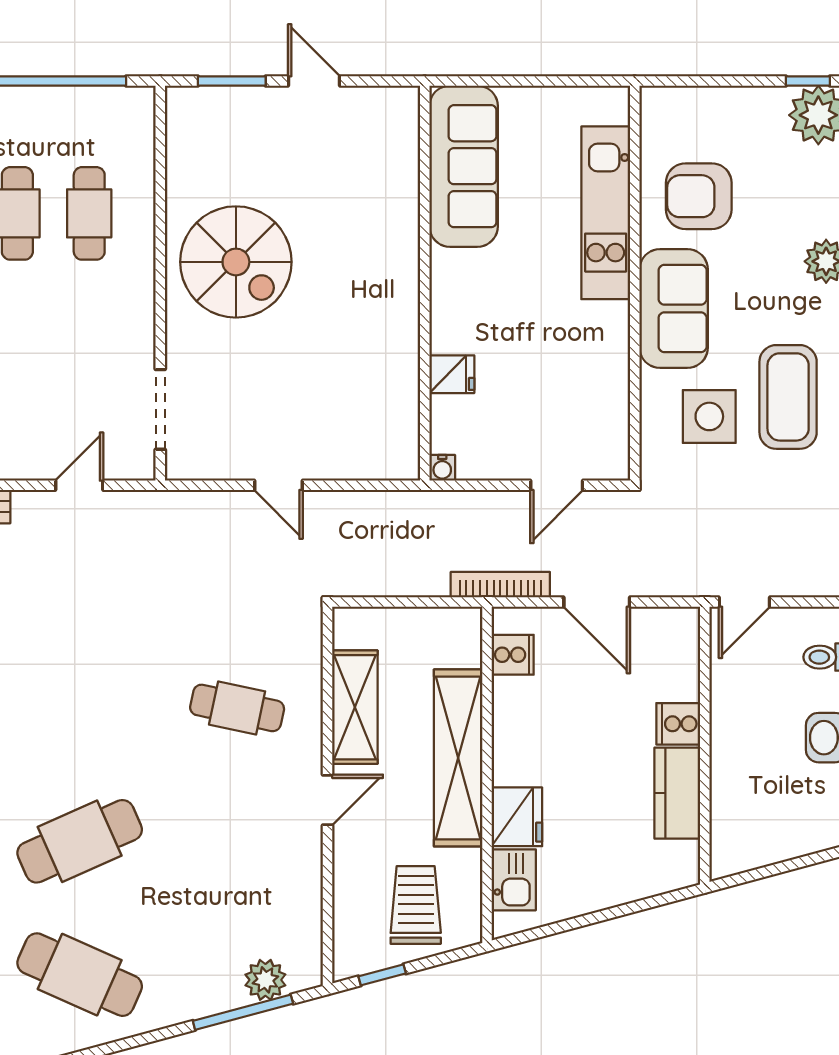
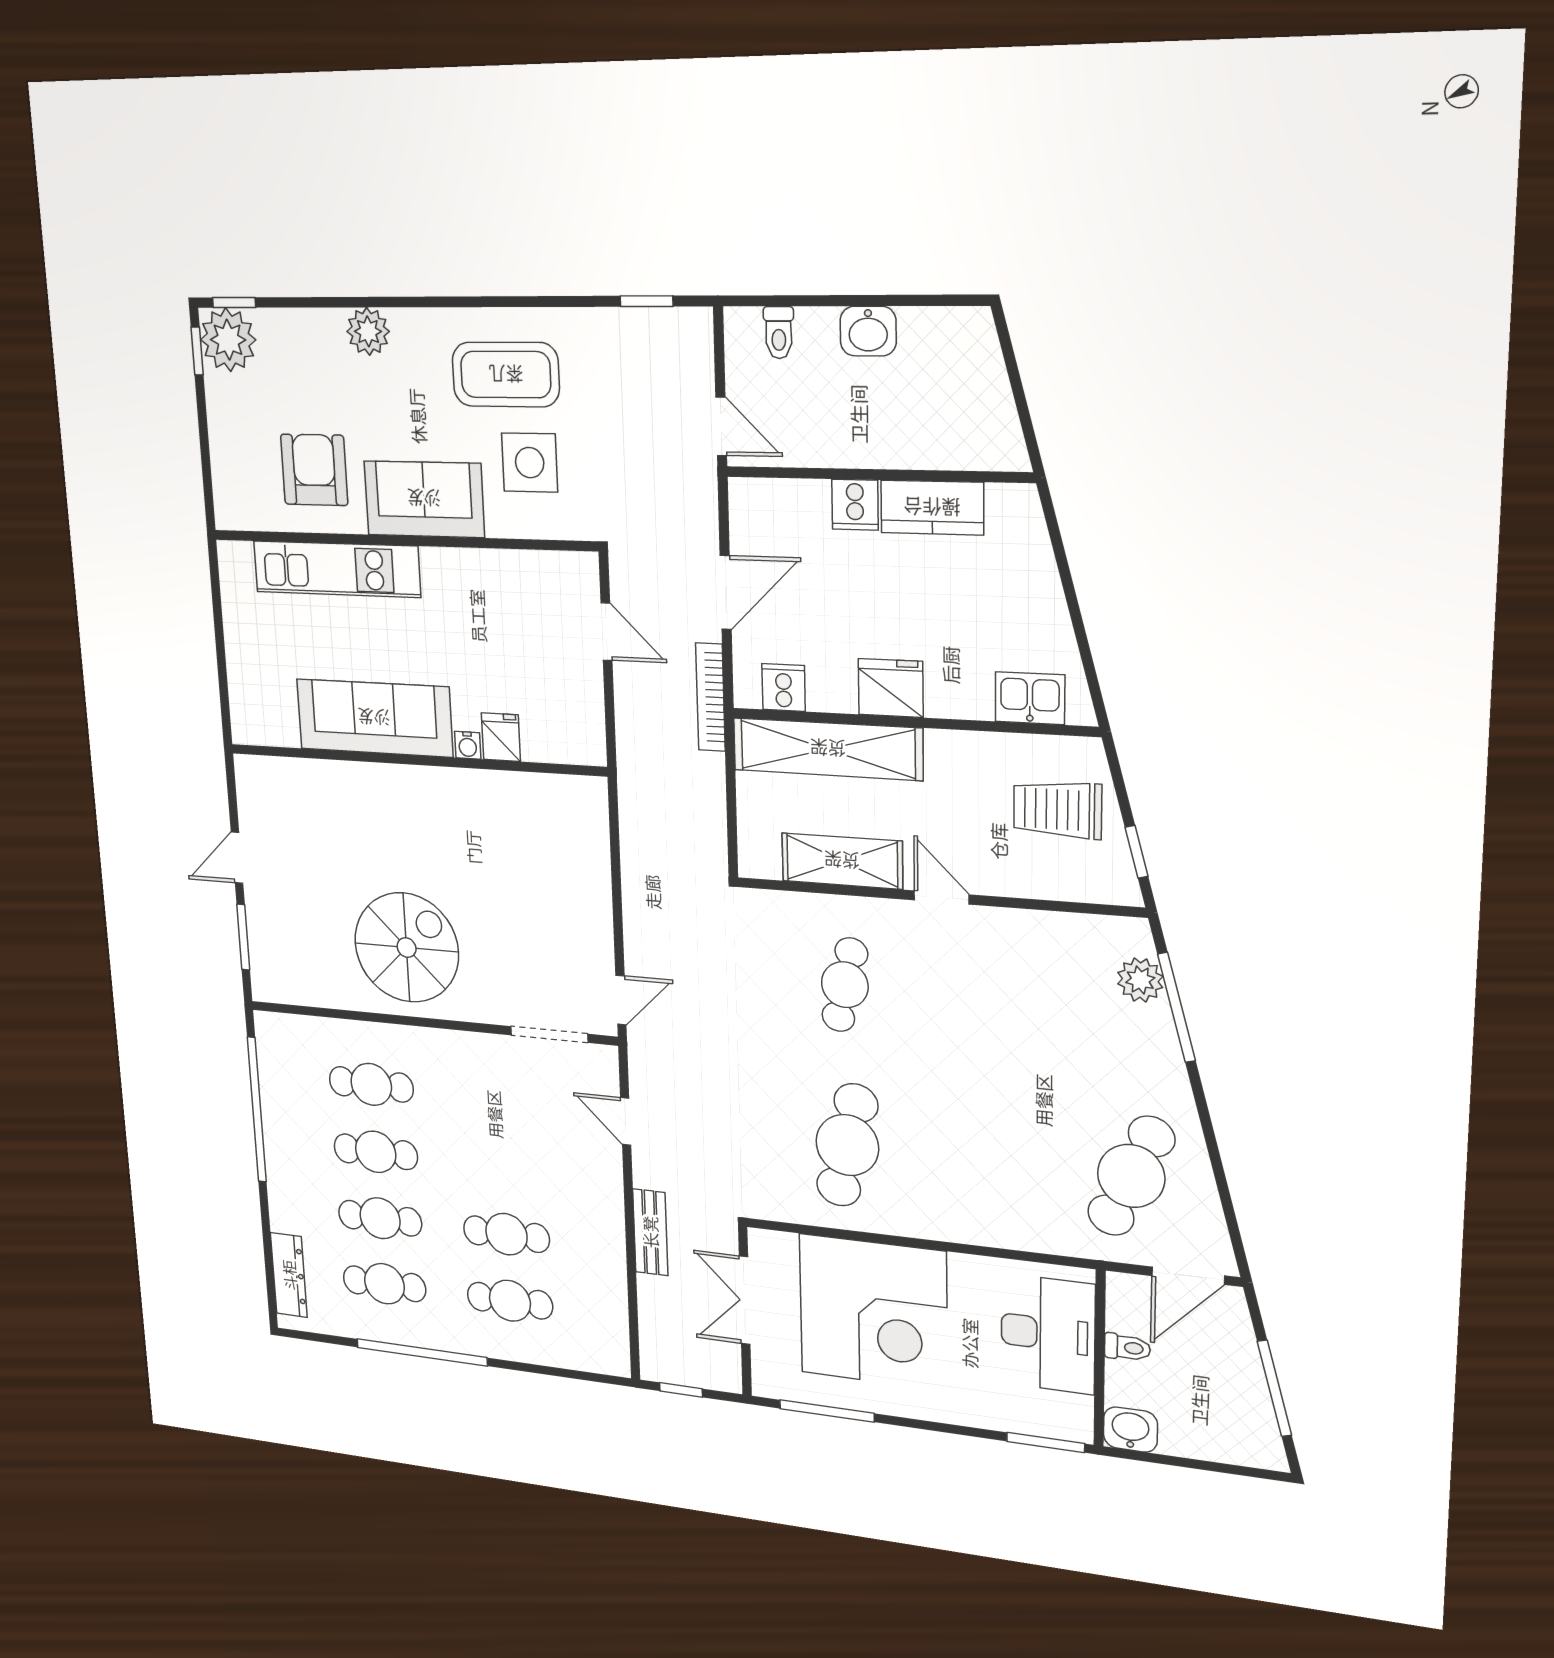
sofa: (464, 166) -> (374, 718), moved
armchair: (699, 196) -> (314, 470), turned 180
water cooler: (442, 468) -> (468, 745), moved, turned 90
door: (278, 485) -> (621, 1000), moved
shelving: (458, 758) -> (828, 749), moved
fridge: (517, 817) -> (891, 688), moved
cafe table: (80, 841) -> (847, 1145), moved, turned 36

